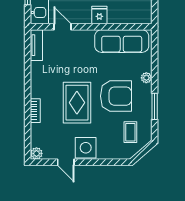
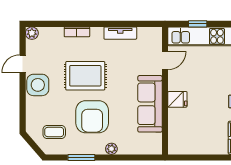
sofa: (122, 41) -> (150, 104), moved
tv unit: (36, 45) -> (120, 33), moved

